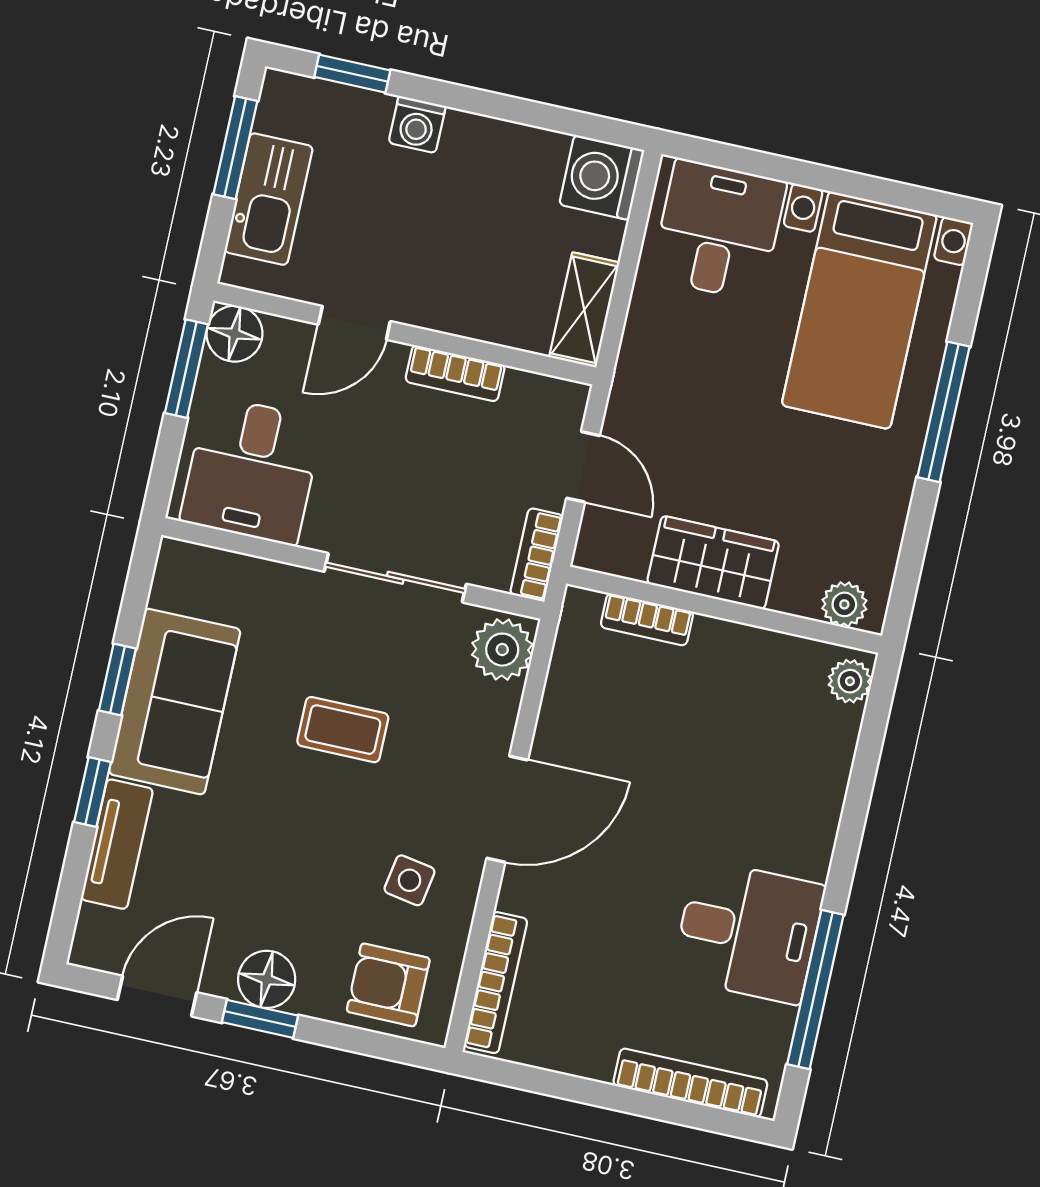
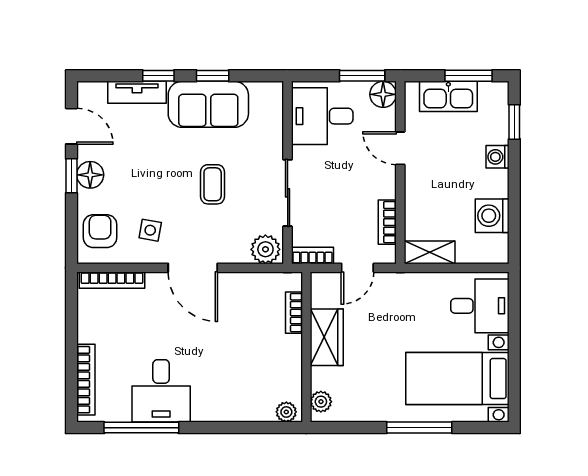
washing machine: (602, 177) -> (492, 216), moved, turned -90
bookcase: (455, 373) -> (387, 222), moved

